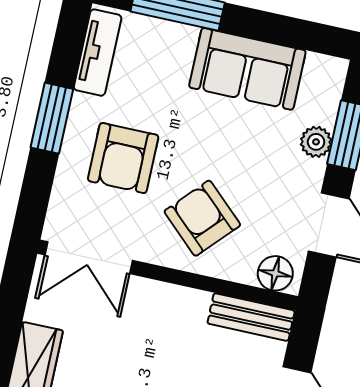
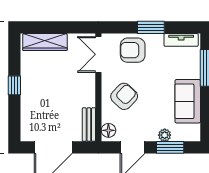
armchair: (123, 158) -> (133, 50), moved

